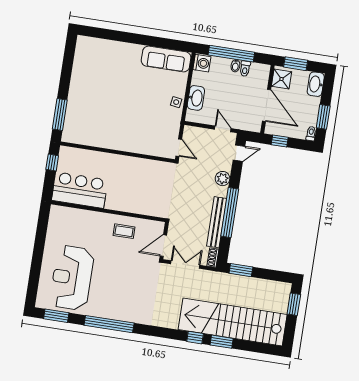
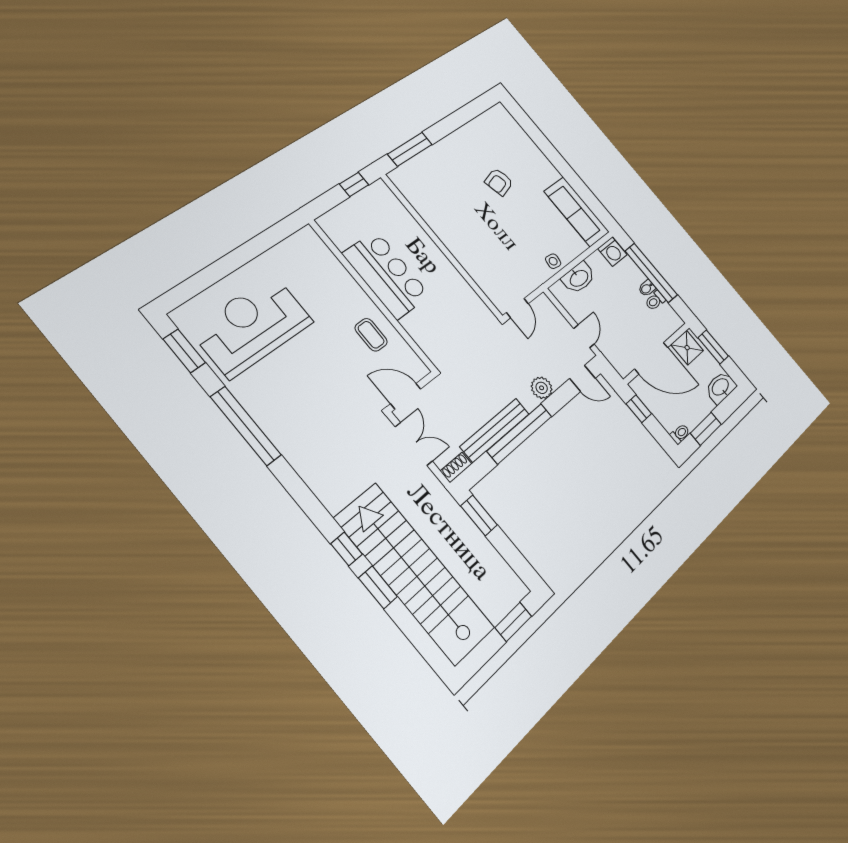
armchair: (115, 85) -> (499, 182), added
door: (266, 105) -> (651, 358), hinge flipped
bar counter: (80, 190) -> (386, 275), moved

